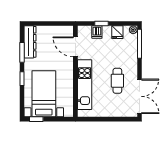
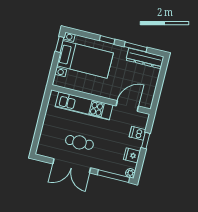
double door: (139, 96) -> (72, 166), moved

